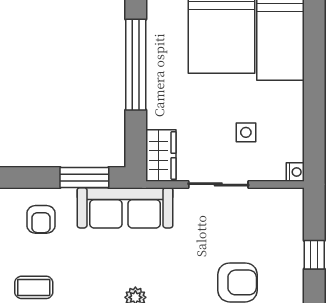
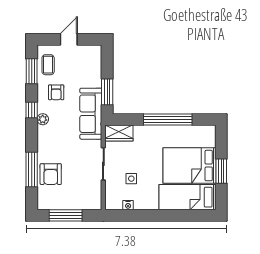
nightstand: (295, 172) -> (128, 205), moved
armchair: (41, 219) -> (56, 92), moved, turned -90
window: (314, 255) -> (66, 215), width x2.17

